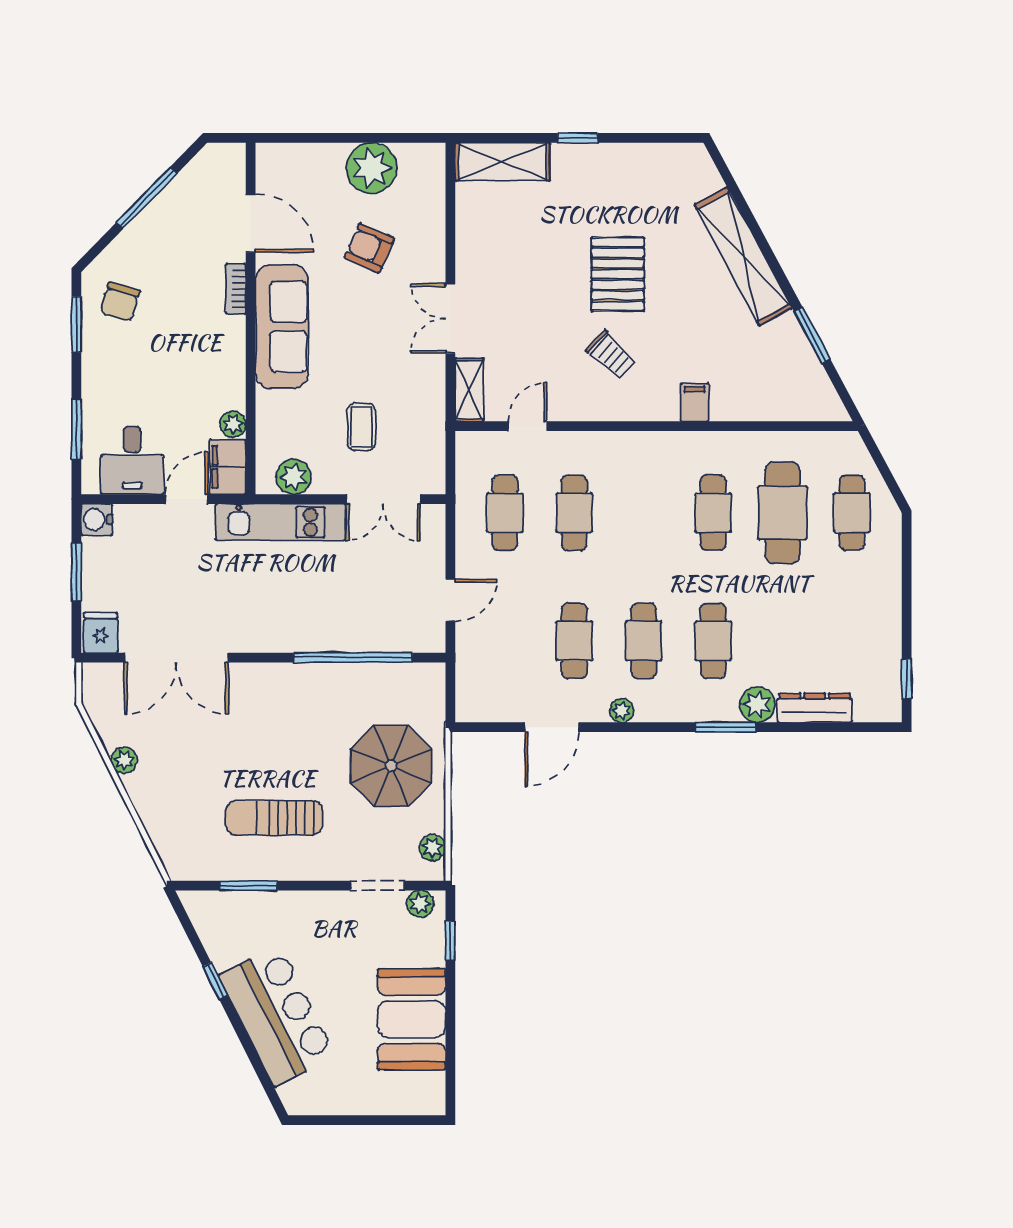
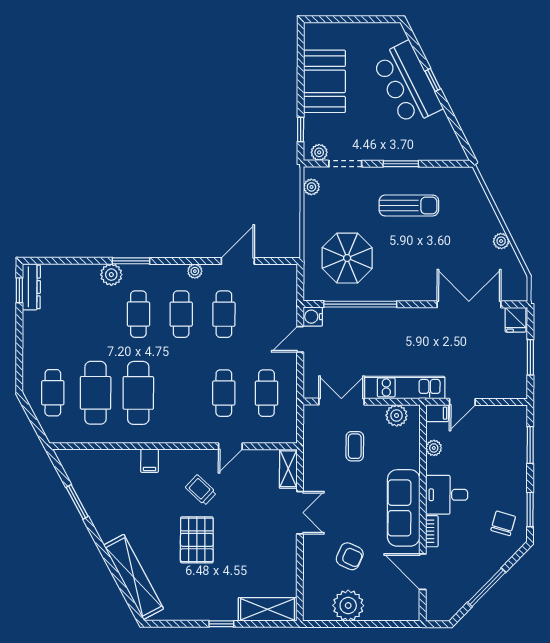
shelving: (743, 256) -> (134, 577), moved
door: (527, 426) -> (230, 446), moved
desk: (132, 460) -> (447, 495), moved, turned -90
filing cabinet: (228, 467) -> (437, 413), width x0.50
cafe table: (713, 513) -> (138, 393), width x1.37, depth x1.35
water cooler: (97, 519) -> (313, 317), moved, turned 180
dresser: (815, 708) -> (31, 287), moved, turned -90
parasol: (391, 766) -> (347, 258), moved
window: (248, 886) -> (401, 164), moved
window: (215, 981) -> (433, 80), moved

